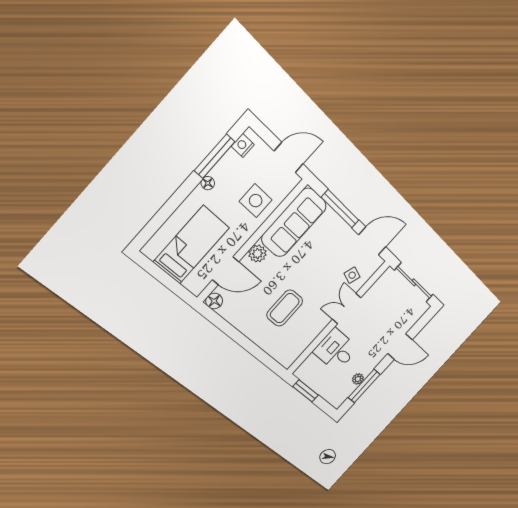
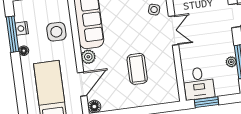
nightstand: (243, 145) -> (22, 28), moved
double door: (347, 309) -> (174, 30), swing flipped
desk: (336, 350) -> (199, 83), moved, turned -90

